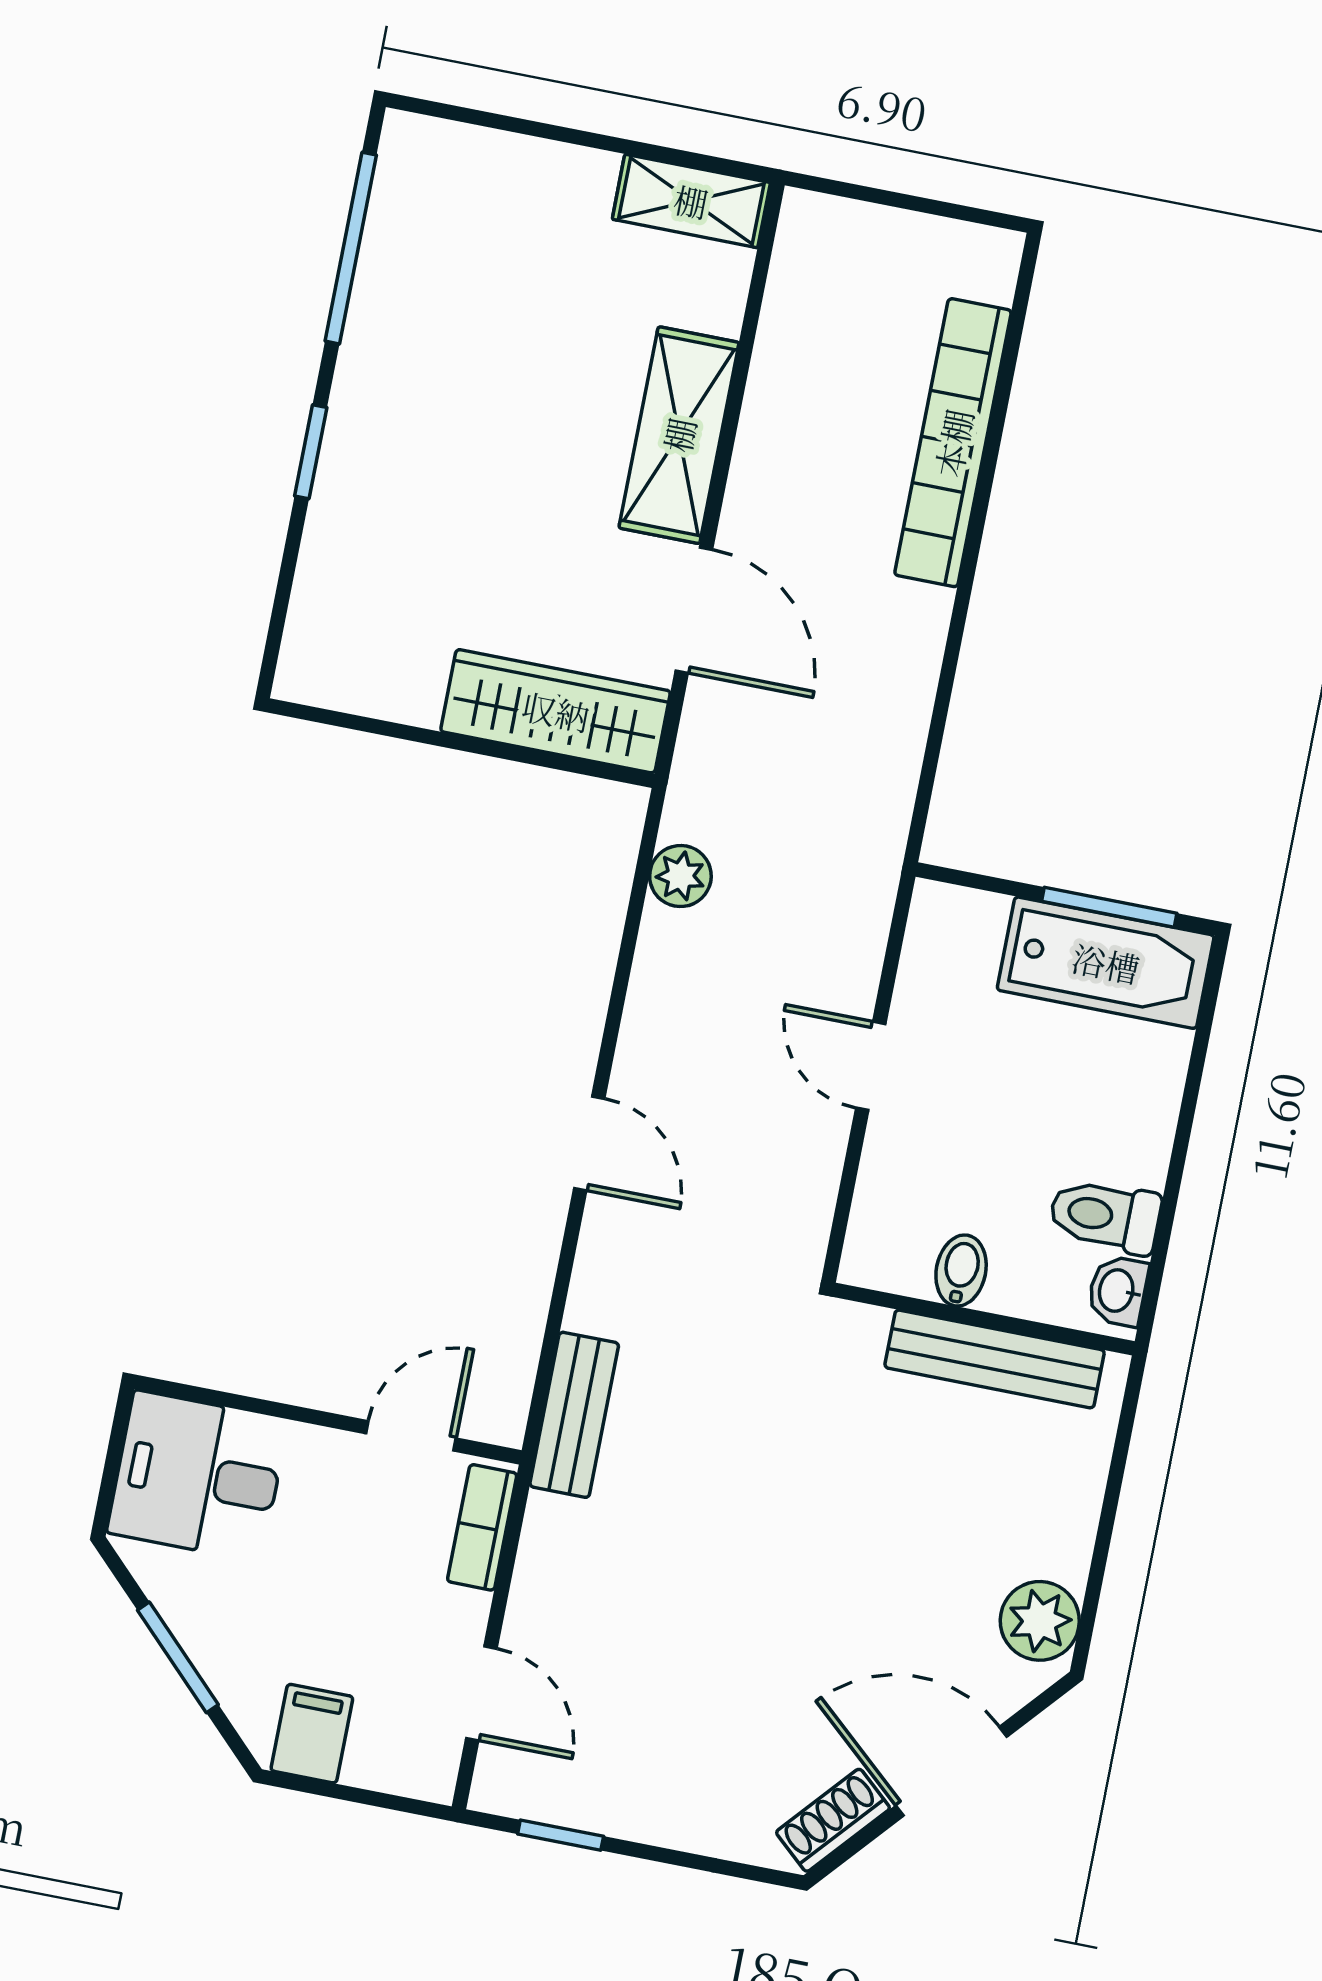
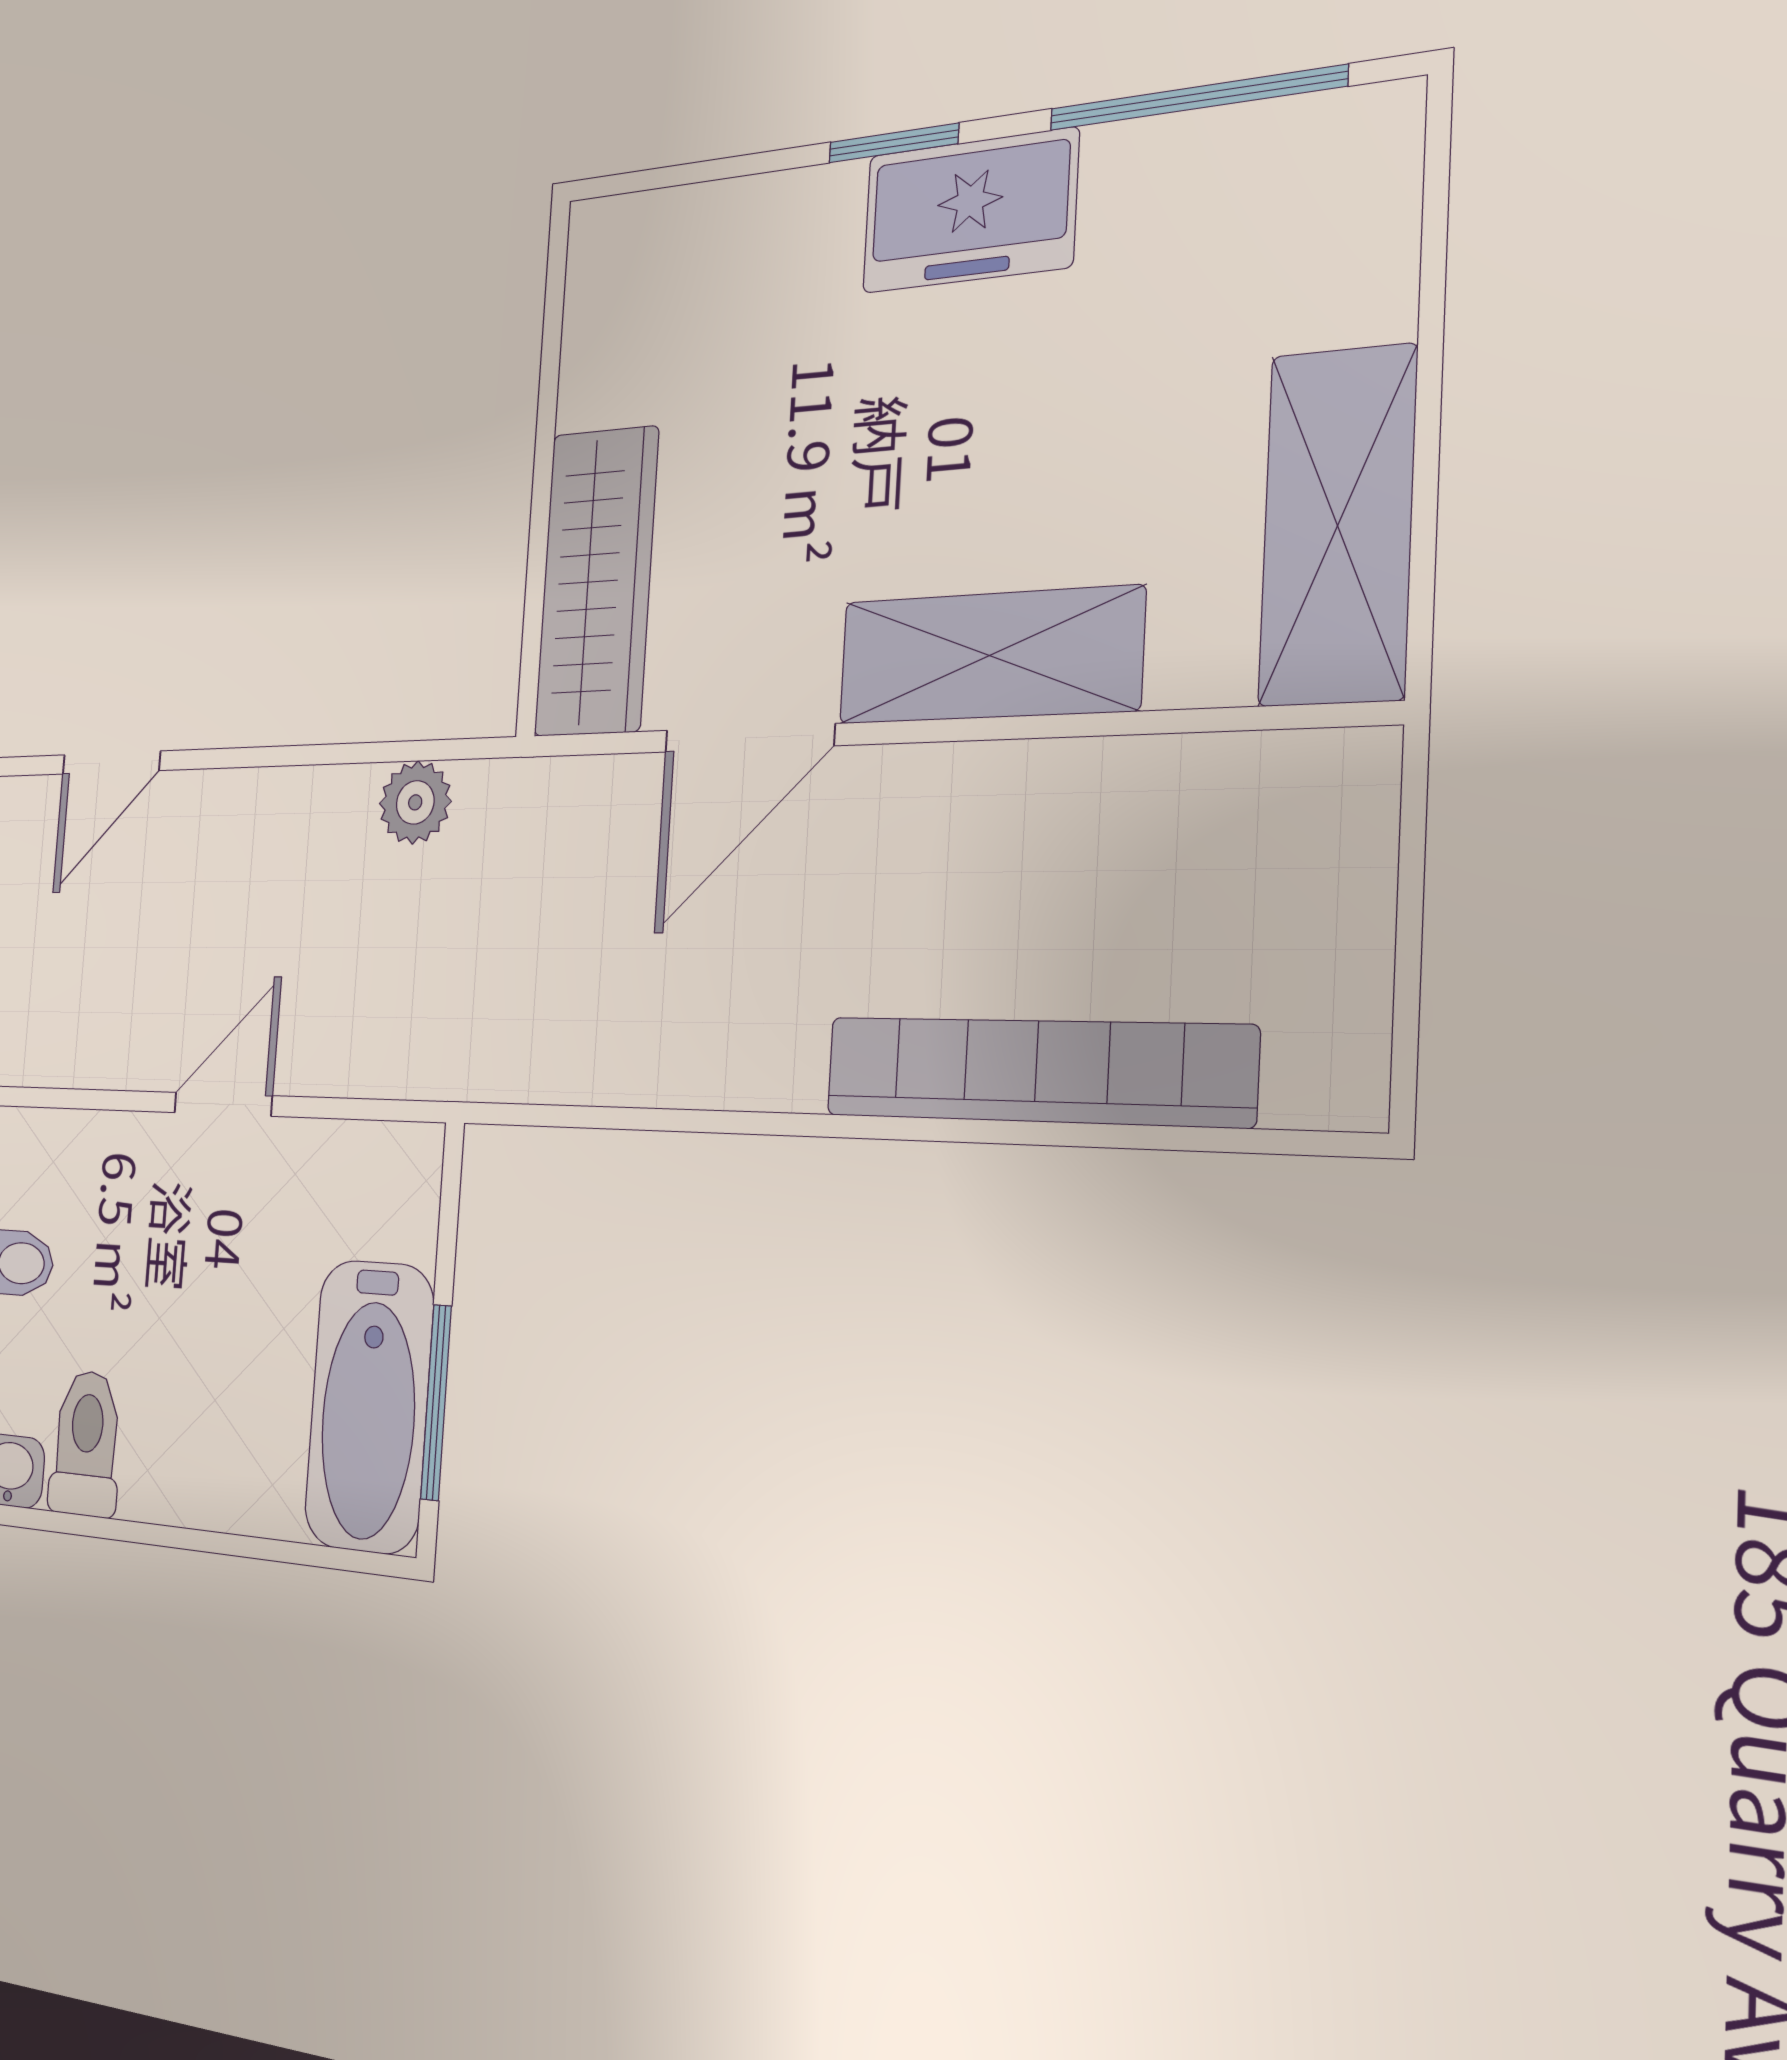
shelving: (691, 201) -> (1338, 526), width x1.50, depth x1.33
freezer: (376, 406) -> (970, 211), added

